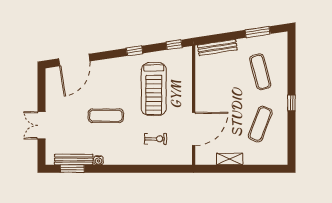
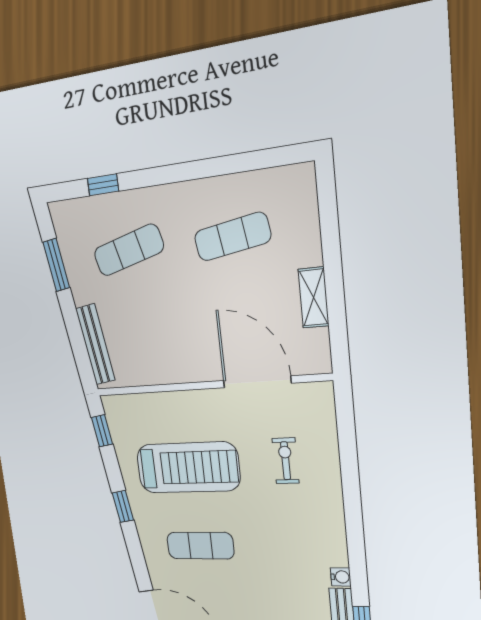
window: (291, 103) -> (103, 185), moved
exercise mat: (106, 116) -> (200, 546), moved, turned 90
exercise mat: (260, 124) -> (232, 237), turned -30

